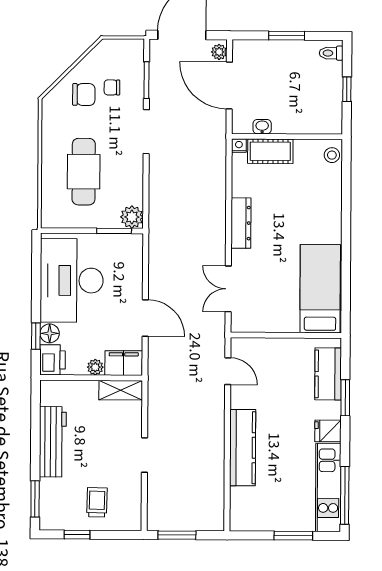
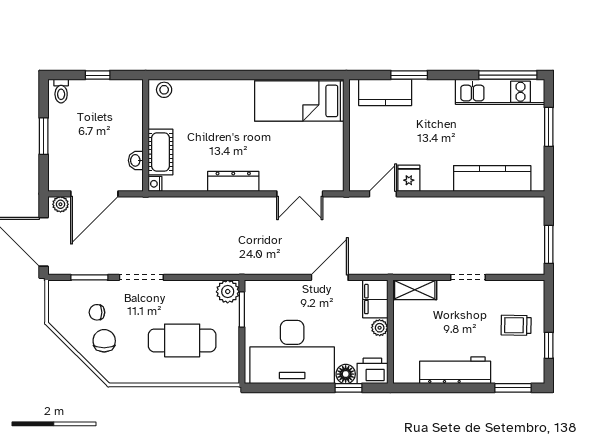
chair: (112, 87) -> (97, 312), turned 90
shelving: (121, 390) -> (415, 290), moved, turned 90
fridge: (328, 431) -> (409, 178), moved, turned 180
kitchen counter: (243, 448) -> (492, 178), moved

